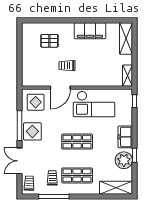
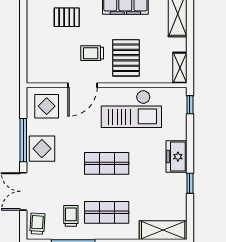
pallet: (90, 69) -> (126, 58), added
plant: (124, 160) -> (174, 190), removed

